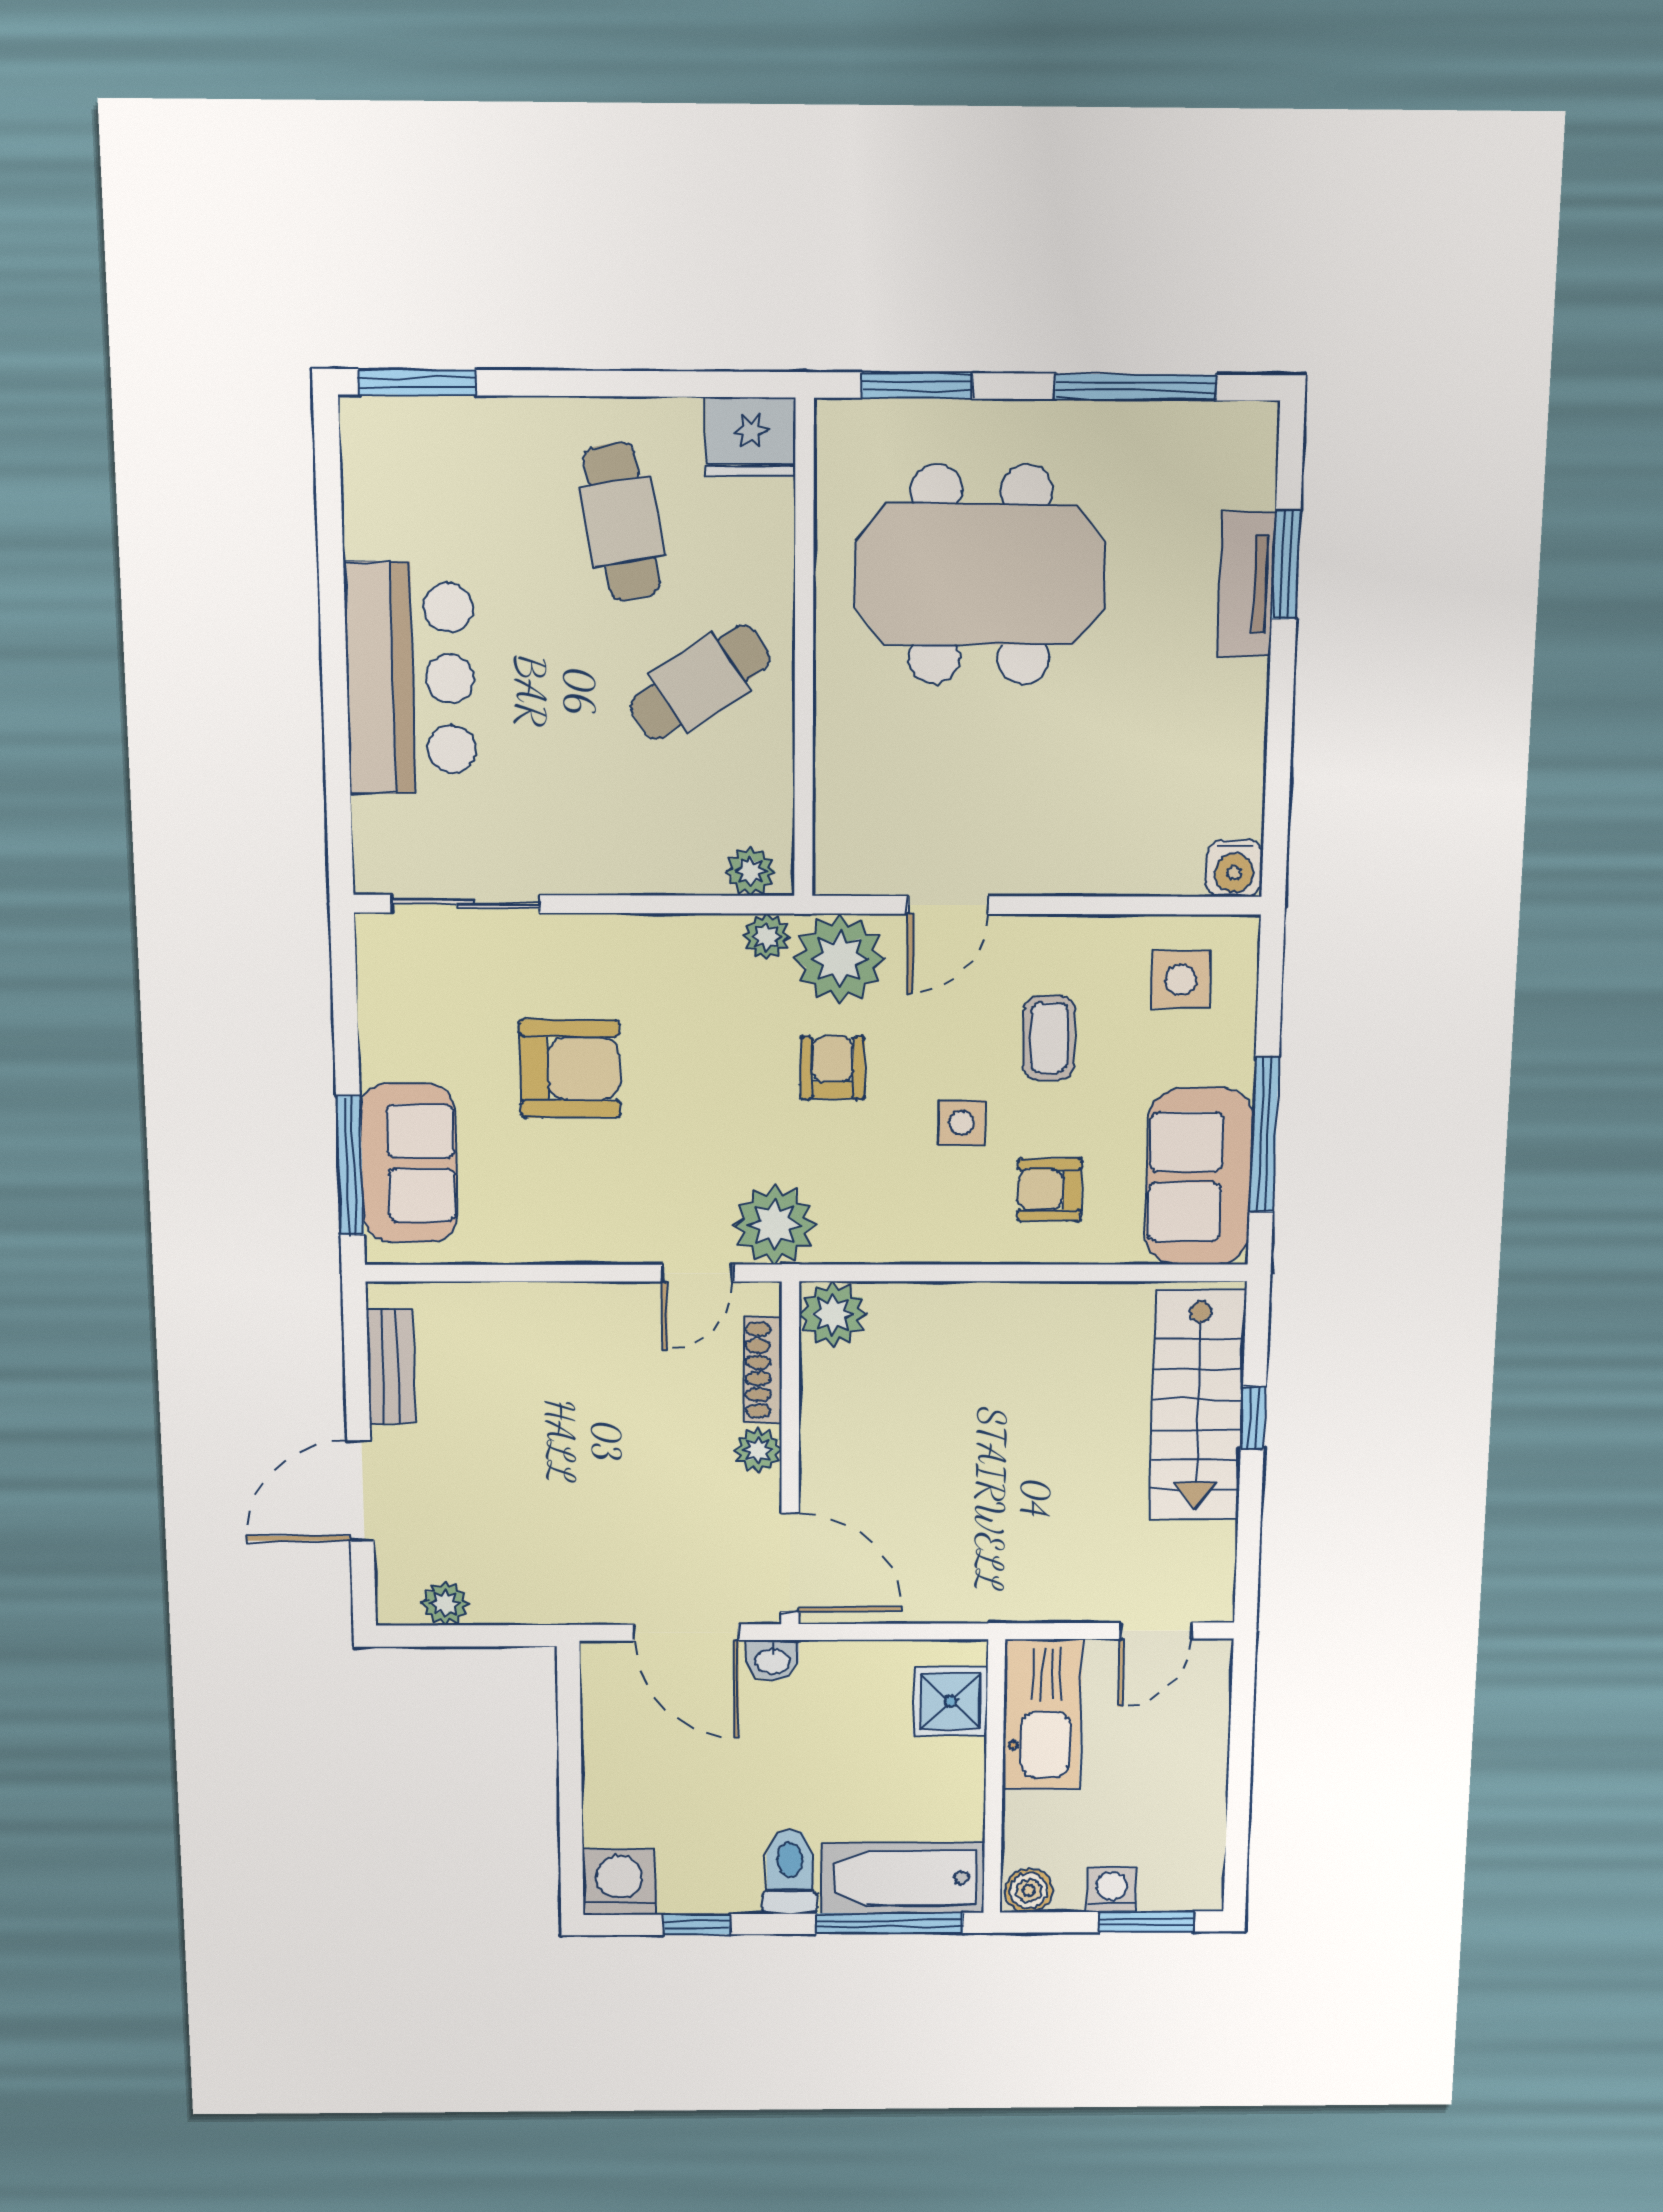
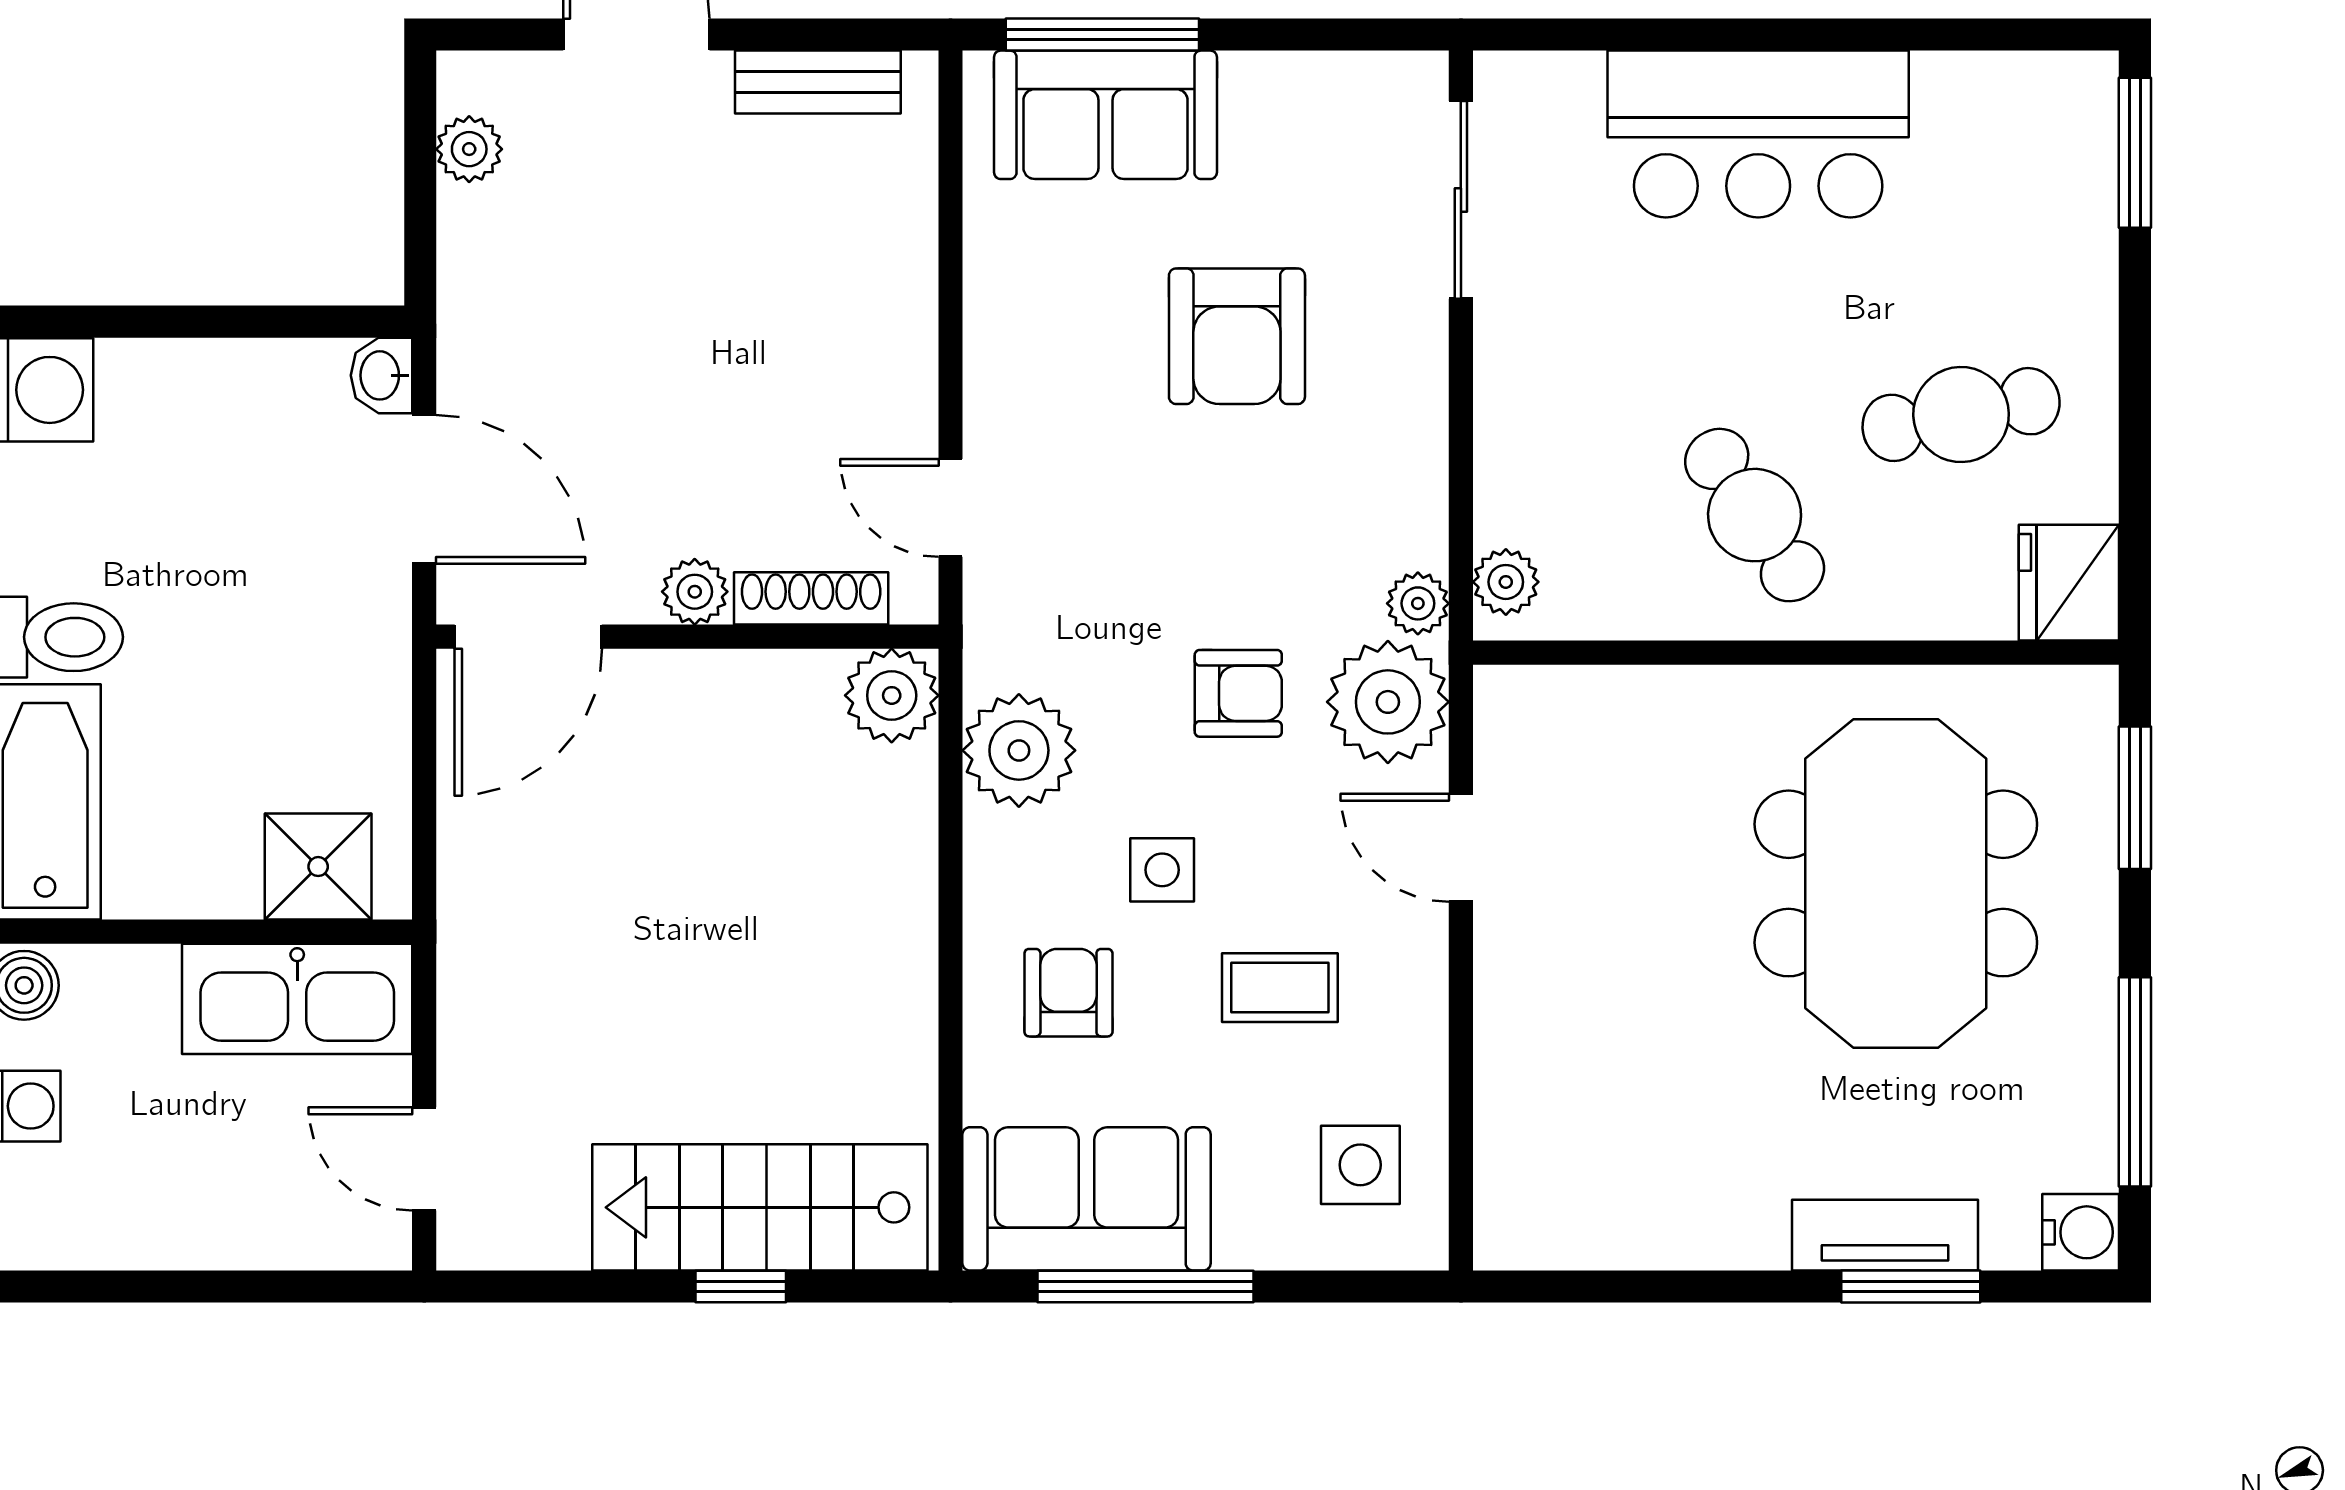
water cooler: (1234, 868) -> (2081, 1232), moved, turned 180
plant: (775, 1225) -> (1019, 750), moved
door: (686, 1632) -> (424, 489), swing flipped
washbasin: (772, 1660) -> (382, 375), moved

